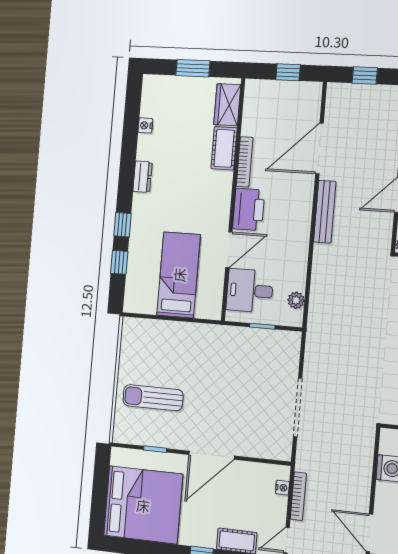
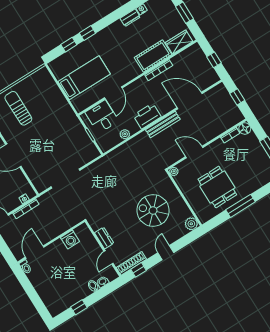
cot: (224, 148) -> (153, 56), width x1.37, depth x1.34
dresser: (143, 177) -> (130, 18), moved
printer: (249, 209) -> (147, 116), moved, turned 180
door: (229, 250) -> (113, 93), hinge flipped
plant: (296, 300) -> (125, 134), moved

